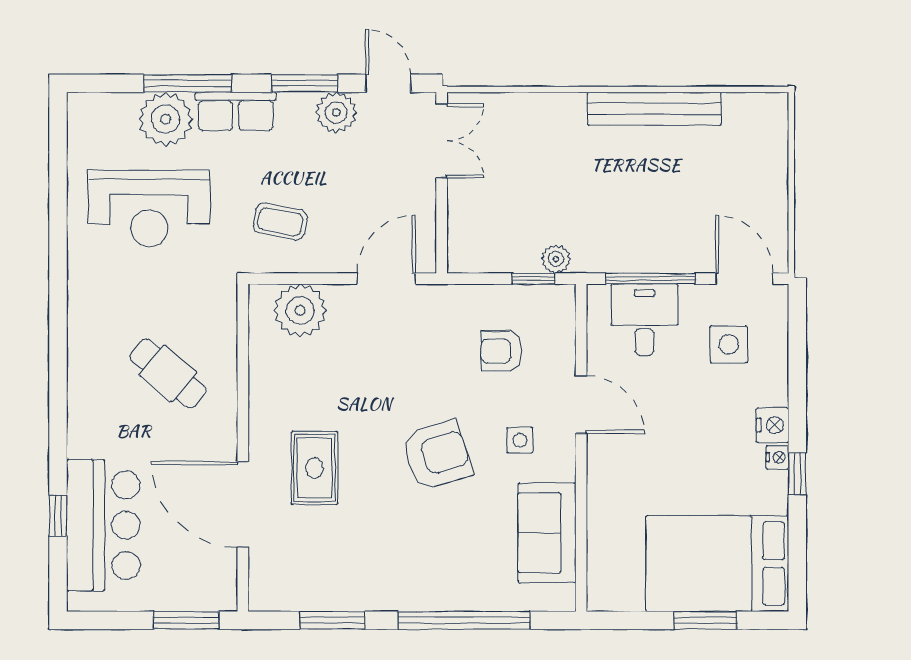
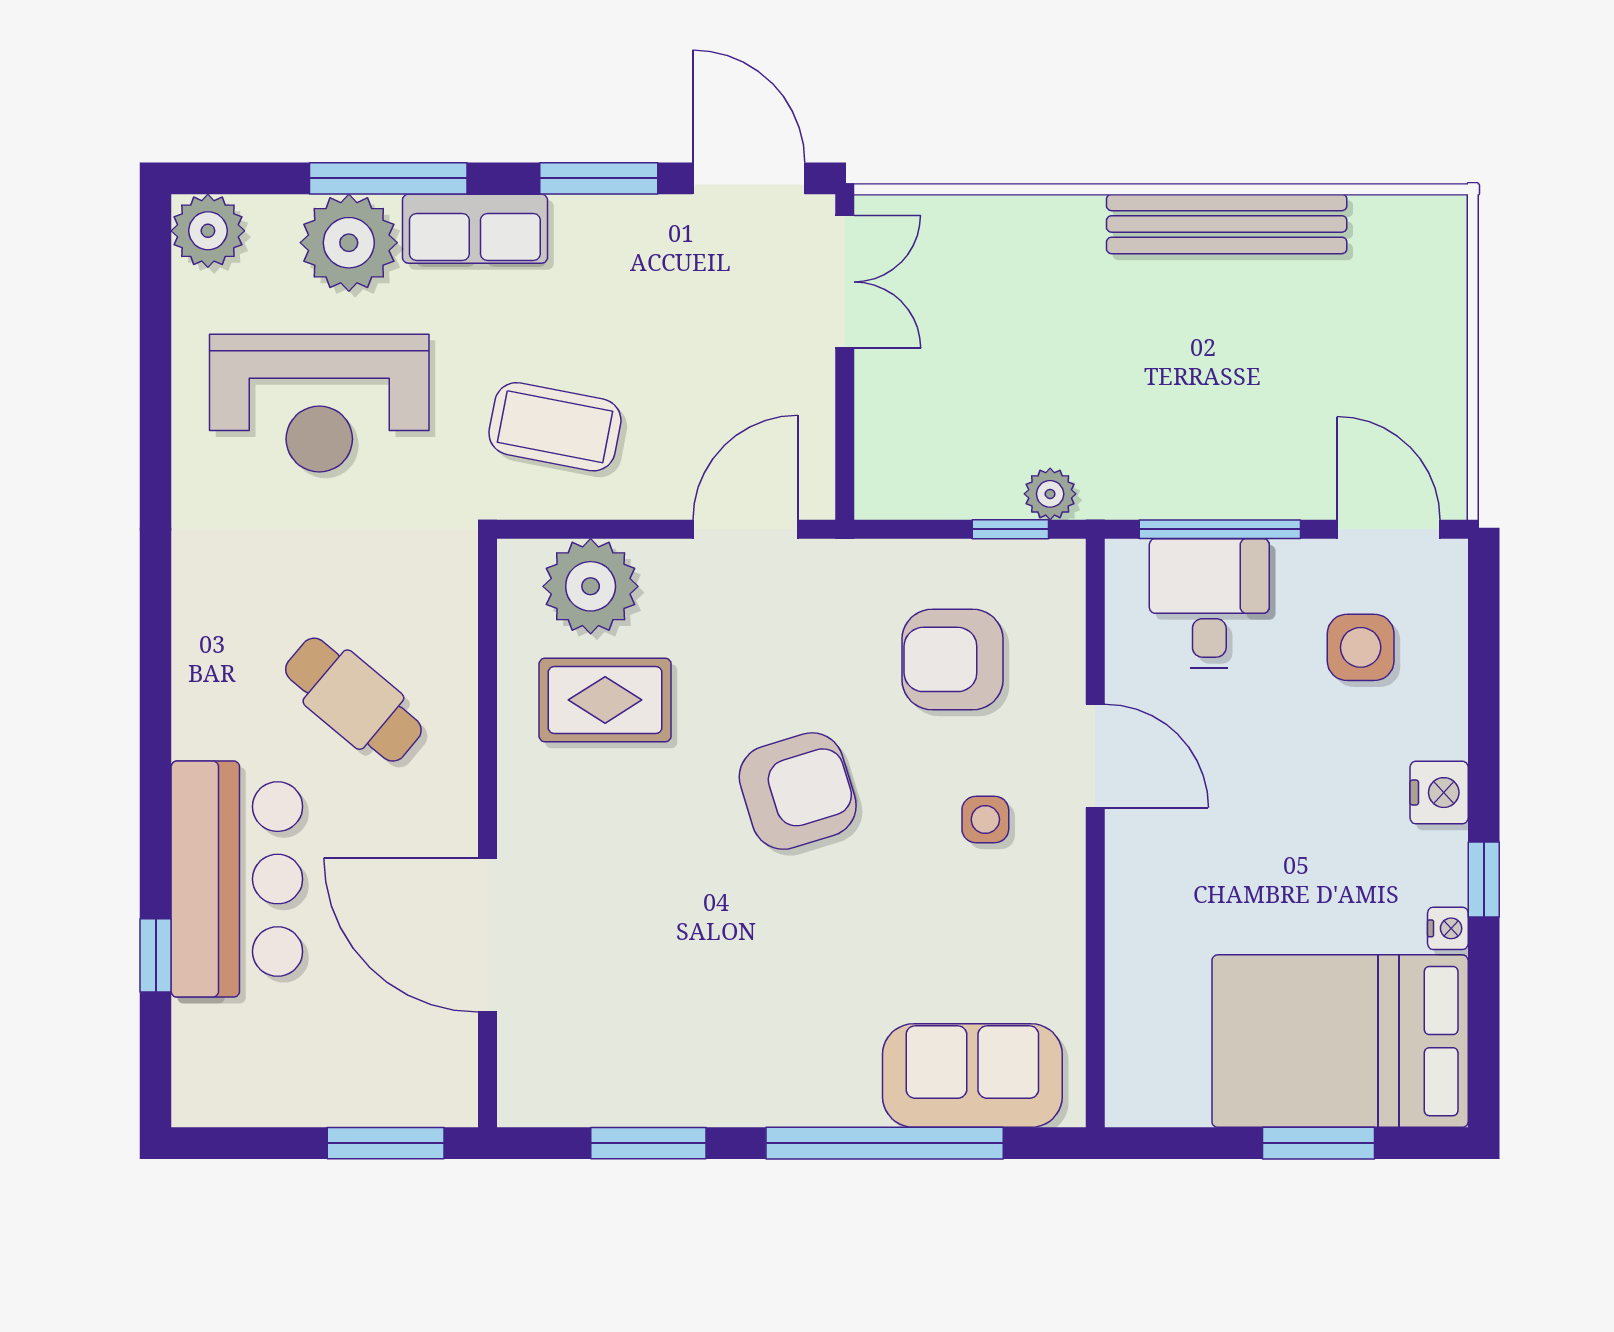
door: (388, 83) -> (749, 178), width x1.38
plant: (336, 112) -> (208, 231), moved
coffee table: (280, 222) -> (555, 427), width x1.36, depth x1.30
armchair: (502, 351) -> (953, 659), width x1.38, depth x1.38
armchair: (437, 455) -> (798, 791), moved
nightstand: (777, 457) -> (1448, 928), moved
rug: (314, 468) -> (605, 700), moved, turned 90
bar counter: (103, 525) -> (237, 879), moved
sofa: (547, 533) -> (972, 1076), moved, turned 90

